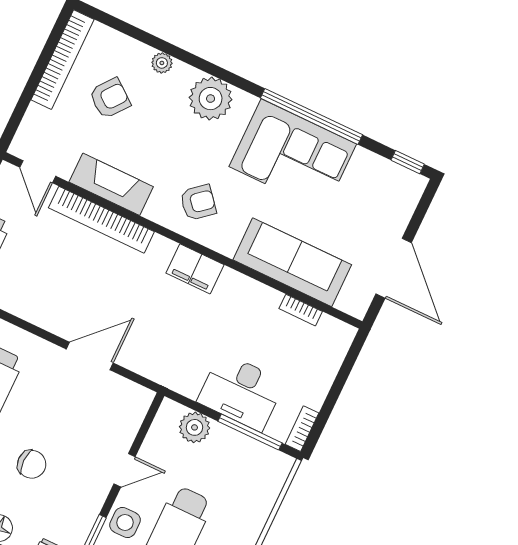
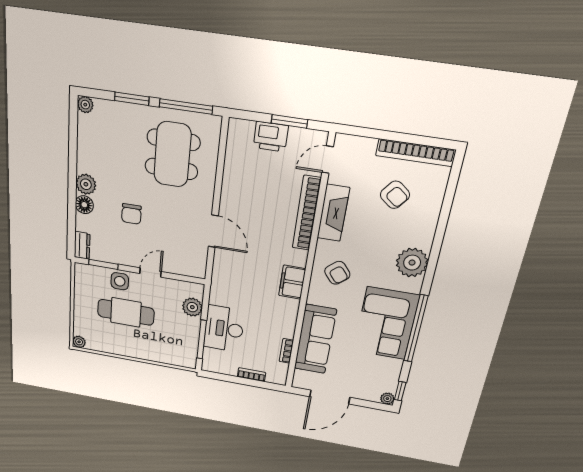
plant: (162, 63) -> (387, 399), moved
bookcase: (302, 429) -> (251, 375), moved
door: (125, 470) -> (151, 272), swing flipped

